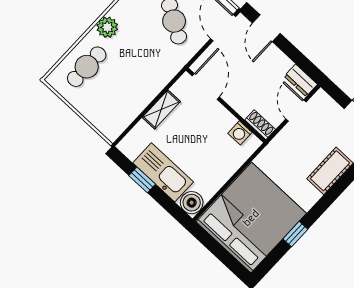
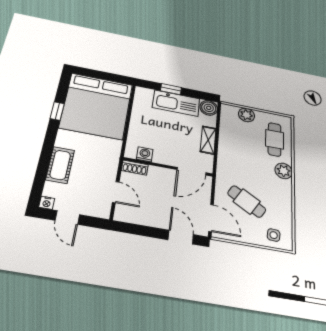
dresser: (301, 80) -> (128, 215), removed
door: (206, 86) -> (191, 171), hinge flipped
plant: (94, 113) -> (246, 115), added
window: (142, 180) -> (171, 89), moved
boiler: (192, 203) -> (209, 108), moved

